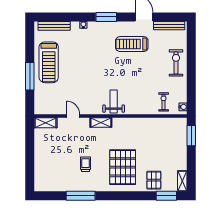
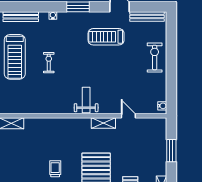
exercise bike: (164, 102) -> (49, 63), moved
door: (73, 116) -> (128, 116), moved
shelving: (101, 123) -> (103, 123), moved
window: (191, 136) -> (171, 151), moved

